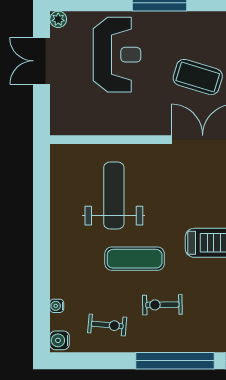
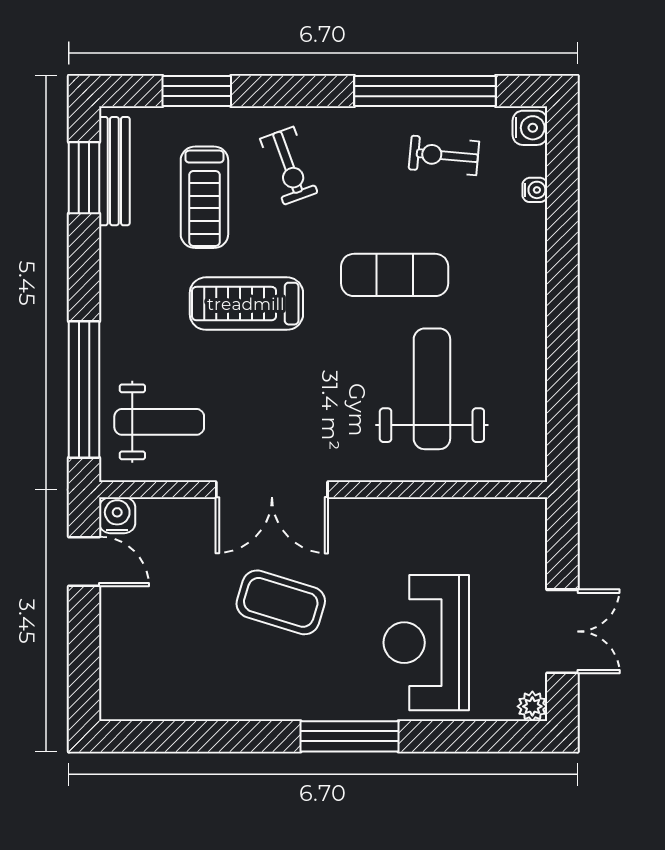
weight bench: (114, 195) -> (432, 389), turned 180
exercise bike: (162, 305) -> (289, 166), moved, turned 71
window: (175, 361) -> (425, 91), moved

